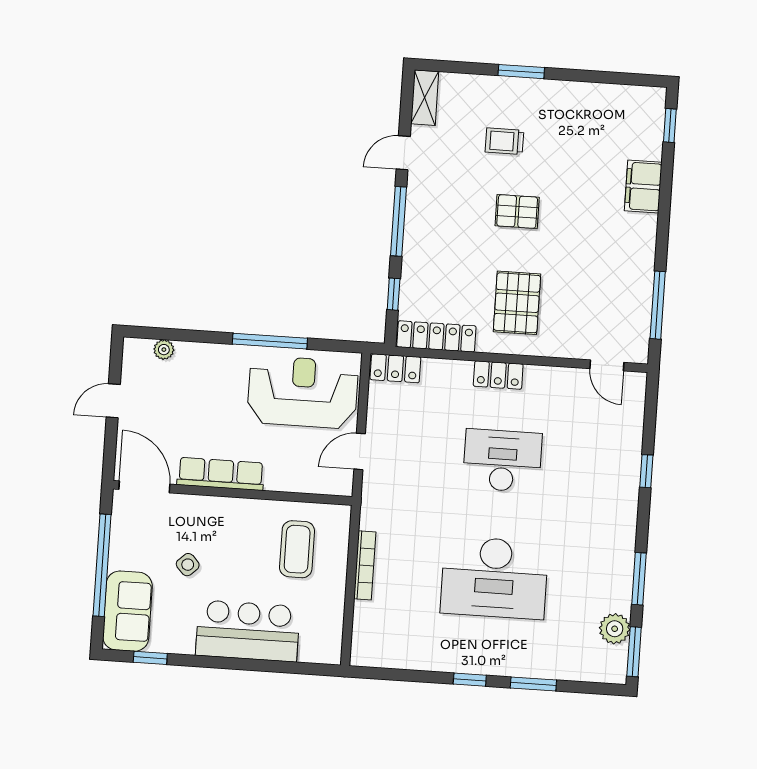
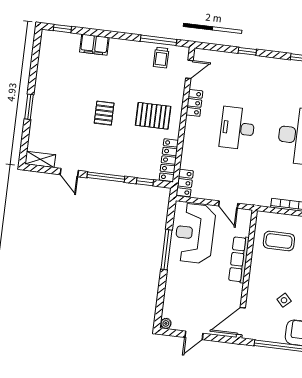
trolley: (504, 141) -> (161, 58), moved
plant: (164, 350) -> (166, 323), moved
locker: (498, 375) -> (194, 103), moved
door: (113, 401) -> (194, 335), hinge flipped
row of seats: (221, 474) -> (239, 259), moved

